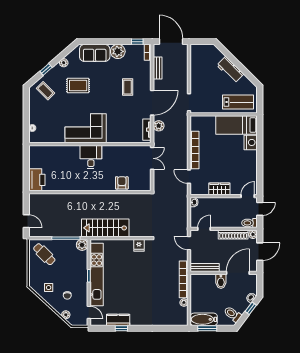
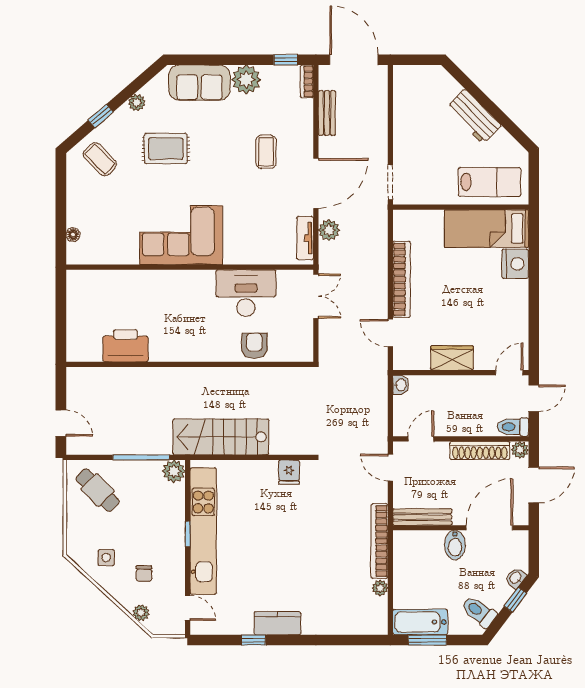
desk: (91, 157) -> (246, 293), moved, width x1.37
printer: (37, 180) -> (125, 346), moved, turned -90
kitchen counter: (118, 320) -> (277, 623), moved

